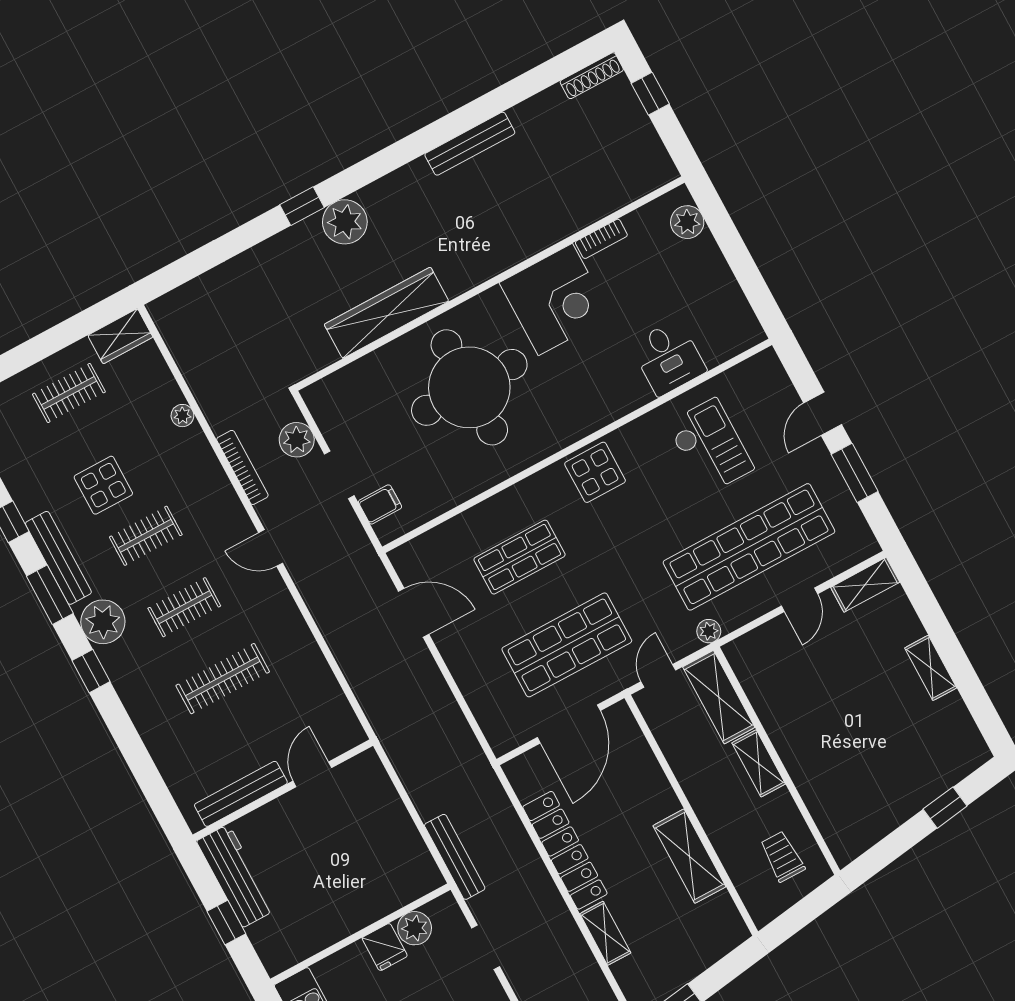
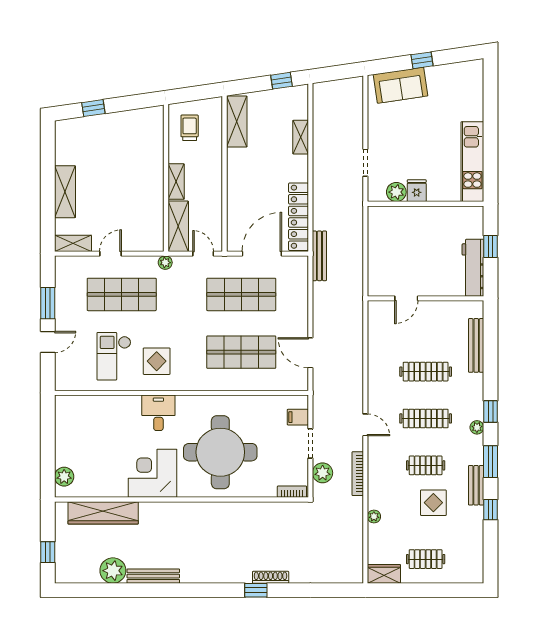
shoe rack: (592, 76) -> (271, 577), moved
plant: (345, 222) -> (113, 571), moved
bookcase: (601, 239) -> (292, 492), moved
wardrobe: (386, 313) -> (103, 513), moved
desk: (668, 358) -> (158, 413), moved
display table: (595, 472) -> (157, 361), moved
shop shelf: (749, 547) -> (122, 294), width x0.71
shop shelf: (520, 557) -> (241, 352), width x1.43, depth x1.36
bench: (58, 558) -> (476, 485), width x0.73
clothes rail: (184, 607) -> (426, 418), width x1.36
plant: (103, 622) -> (477, 427), width x0.53, depth x0.53
shelving: (931, 668) -> (65, 192), width x1.50, depth x1.33
door: (658, 676) -> (203, 254), swing flipped
bench: (241, 794) -> (476, 345), moved, turned 90
locker: (565, 850) -> (298, 217), moved
shelving: (689, 856) -> (237, 122), moved
trolley: (782, 856) -> (190, 128), turned 180
bench: (455, 857) -> (319, 256), moved

